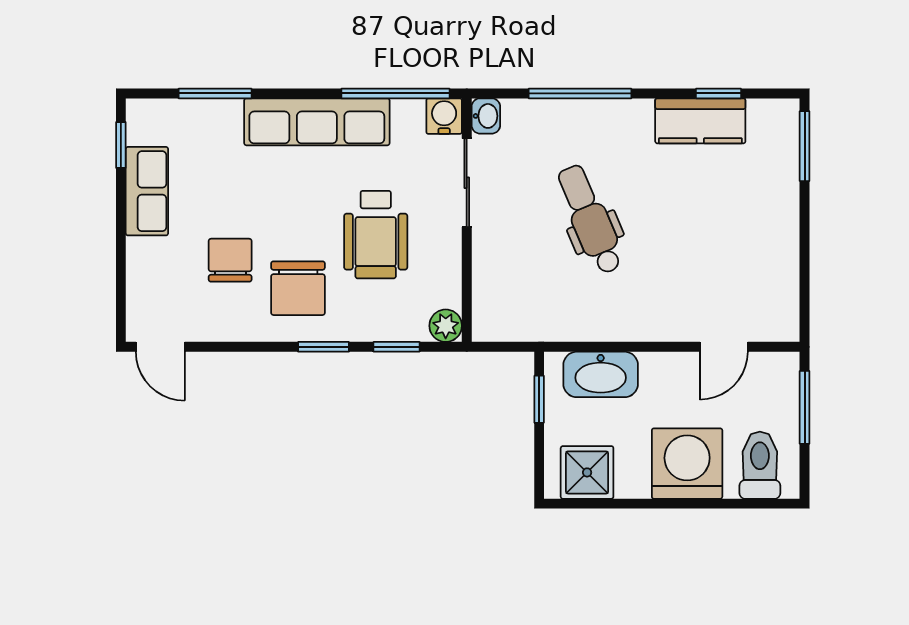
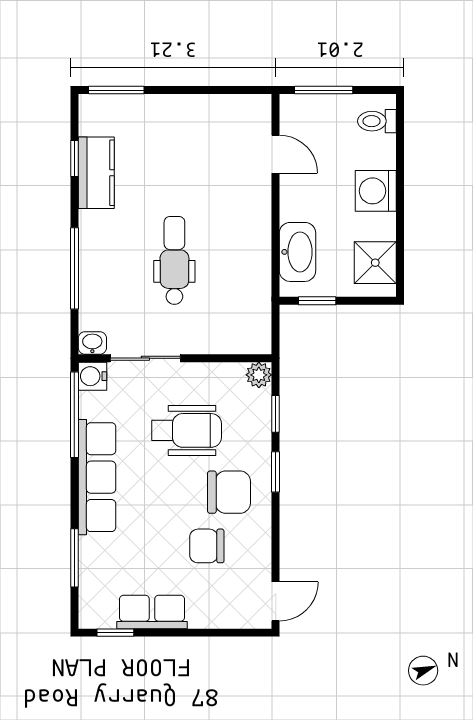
dental chair: (590, 219) -> (174, 260), turned 113
washing machine: (687, 464) -> (376, 191), width x0.73, depth x0.73
toilet: (760, 465) -> (377, 121), width x0.73, depth x0.72

